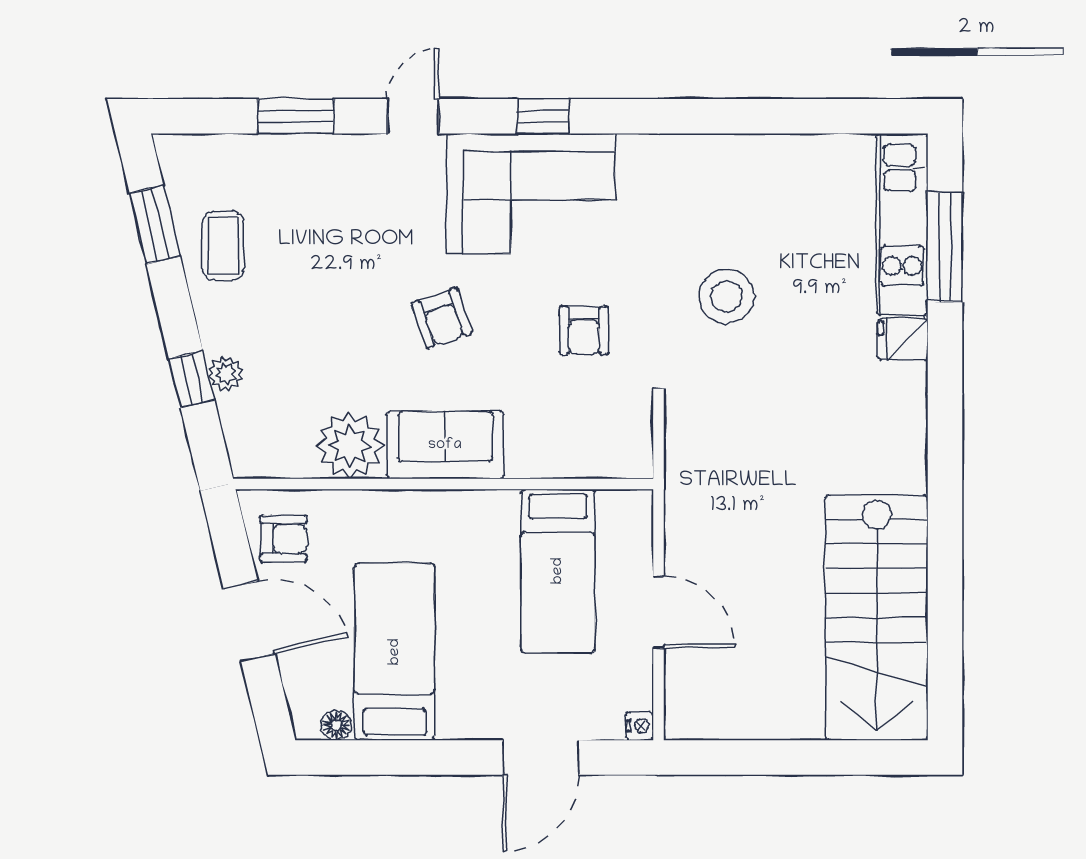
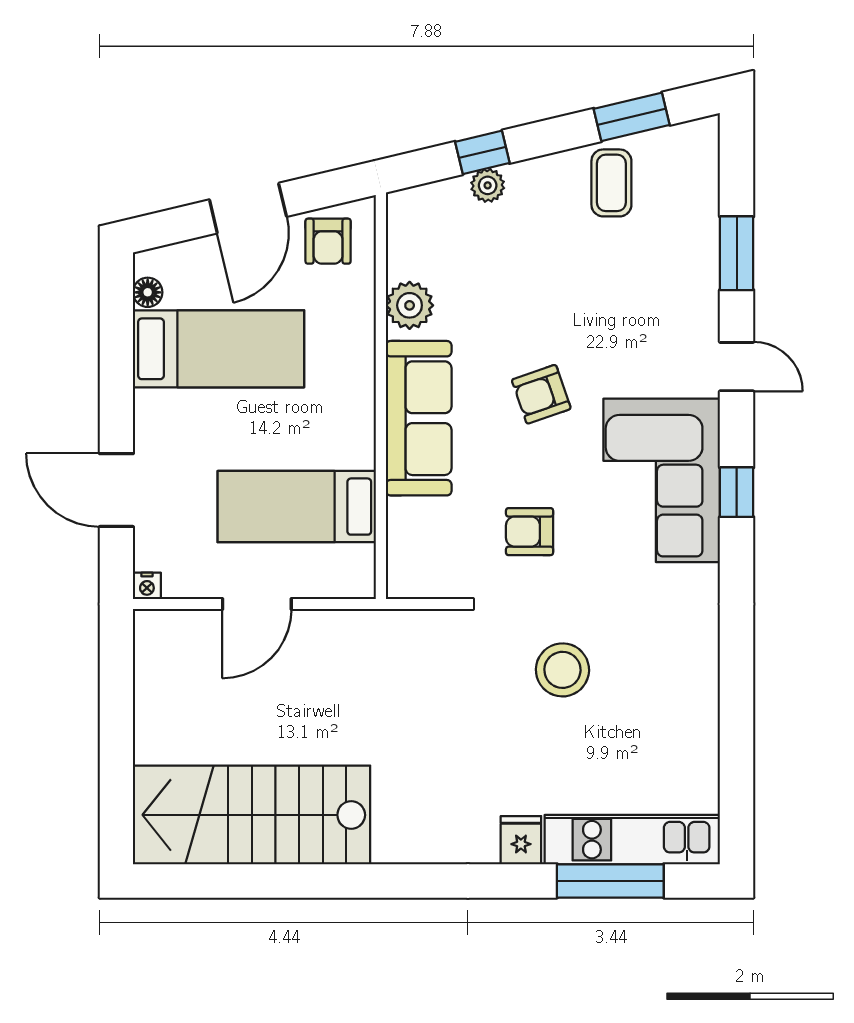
coffee table: (223, 246) -> (611, 183), turned 90
plant: (350, 445) -> (410, 305), width x0.73, depth x0.73
sofa: (445, 445) -> (419, 418), width x1.36

